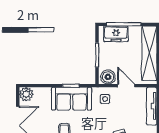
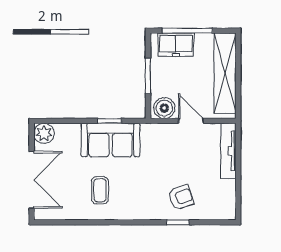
side table: (105, 99) -> (160, 140), removed

